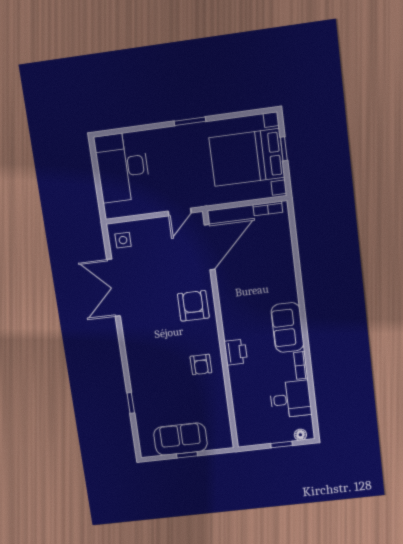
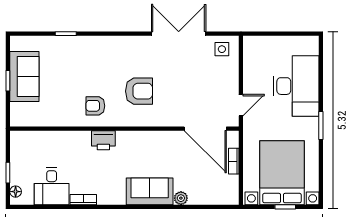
desk: (122, 167) -> (296, 86), moved, turned 90
bookcase: (268, 208) -> (234, 161), moved
door: (180, 212) -> (241, 105), swing flipped
plant: (287, 264) -> (181, 198), added
armchair: (193, 306) -> (139, 91), moved
sofa: (288, 327) -> (150, 191), moved

